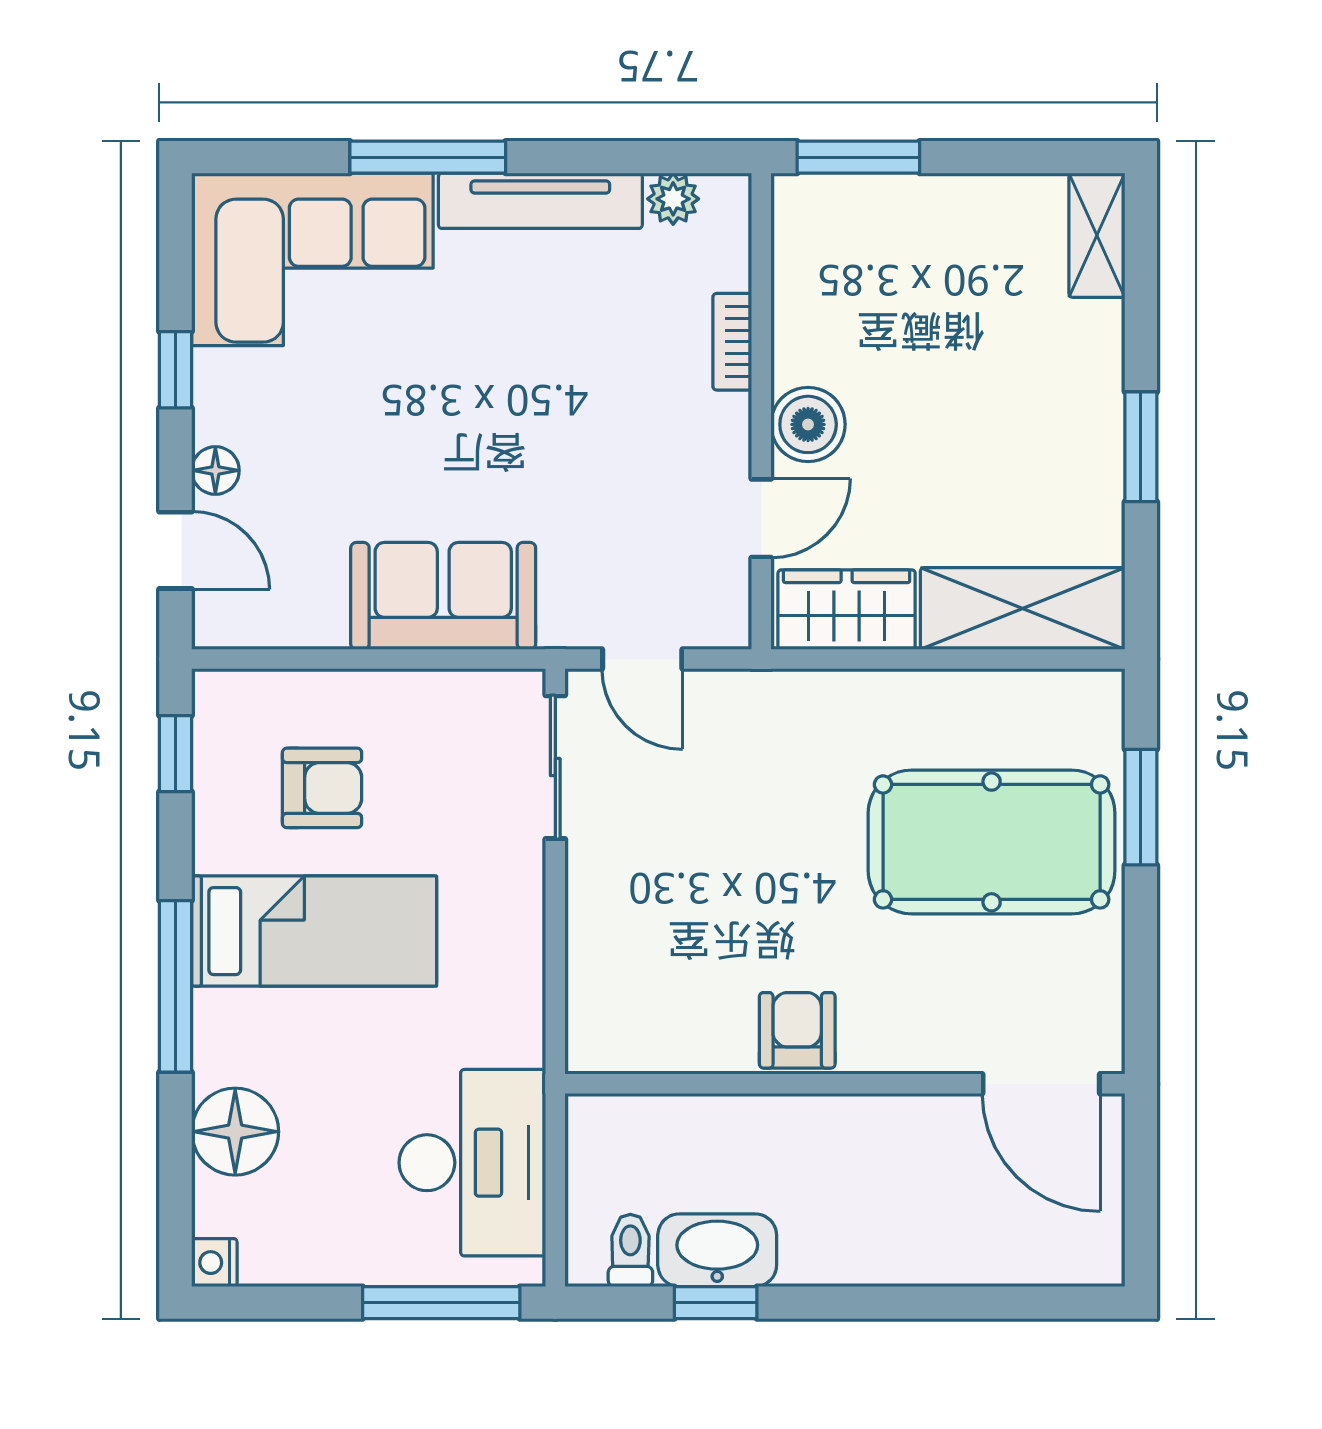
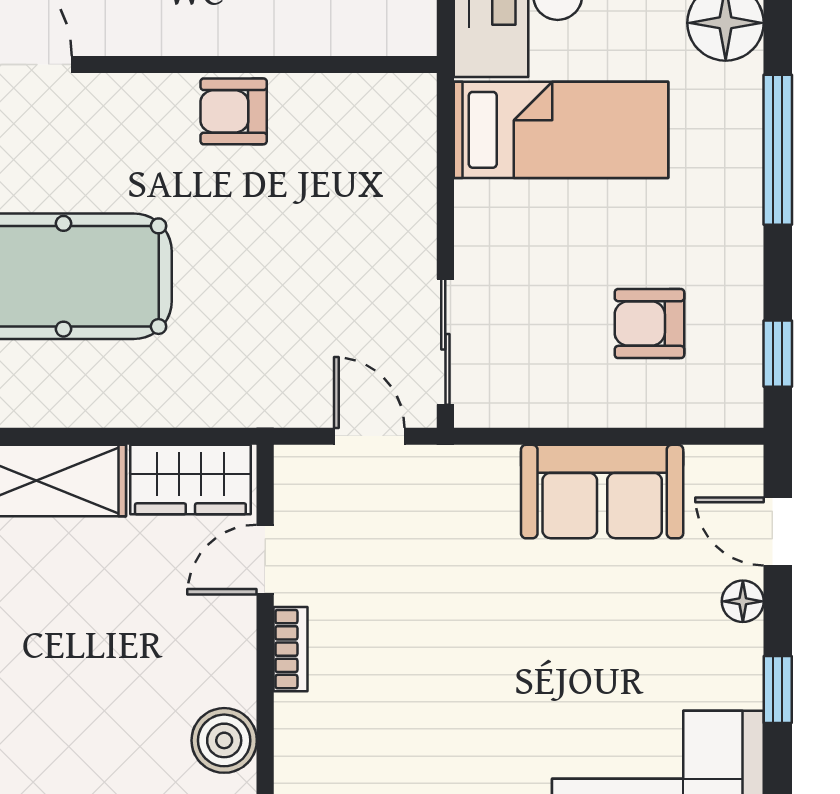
bookcase: (732, 342) -> (291, 649), moved
boiler: (808, 424) -> (224, 740), moved
sofa: (443, 596) -> (602, 492), moved
bed: (314, 931) -> (561, 130), moved, turned 180
armchair: (797, 1030) -> (234, 111), turned 90

